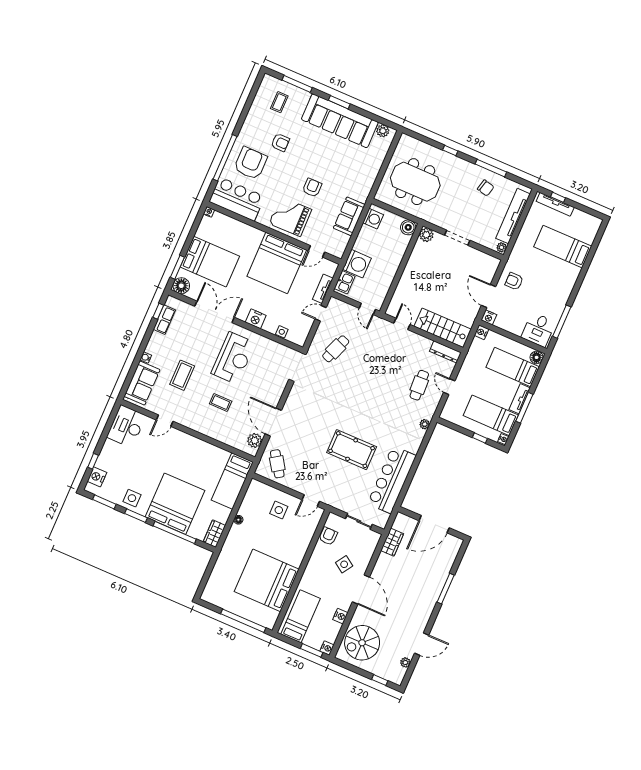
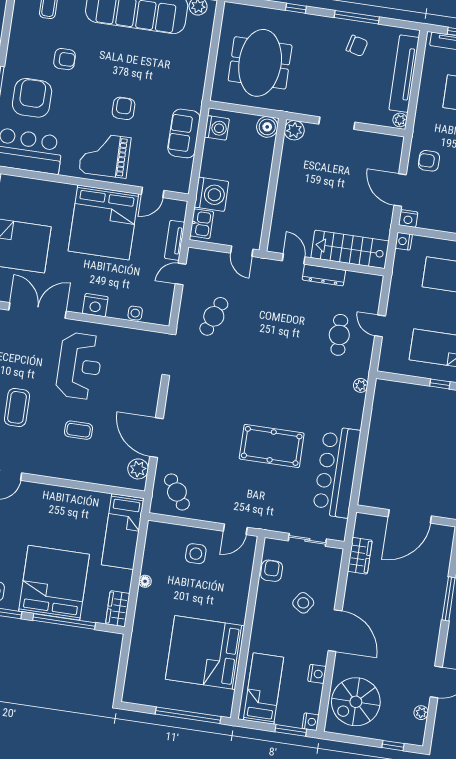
meeting table: (415, 182) -> (260, 63), turned 90
dresser: (445, 352) -> (324, 275), moved

